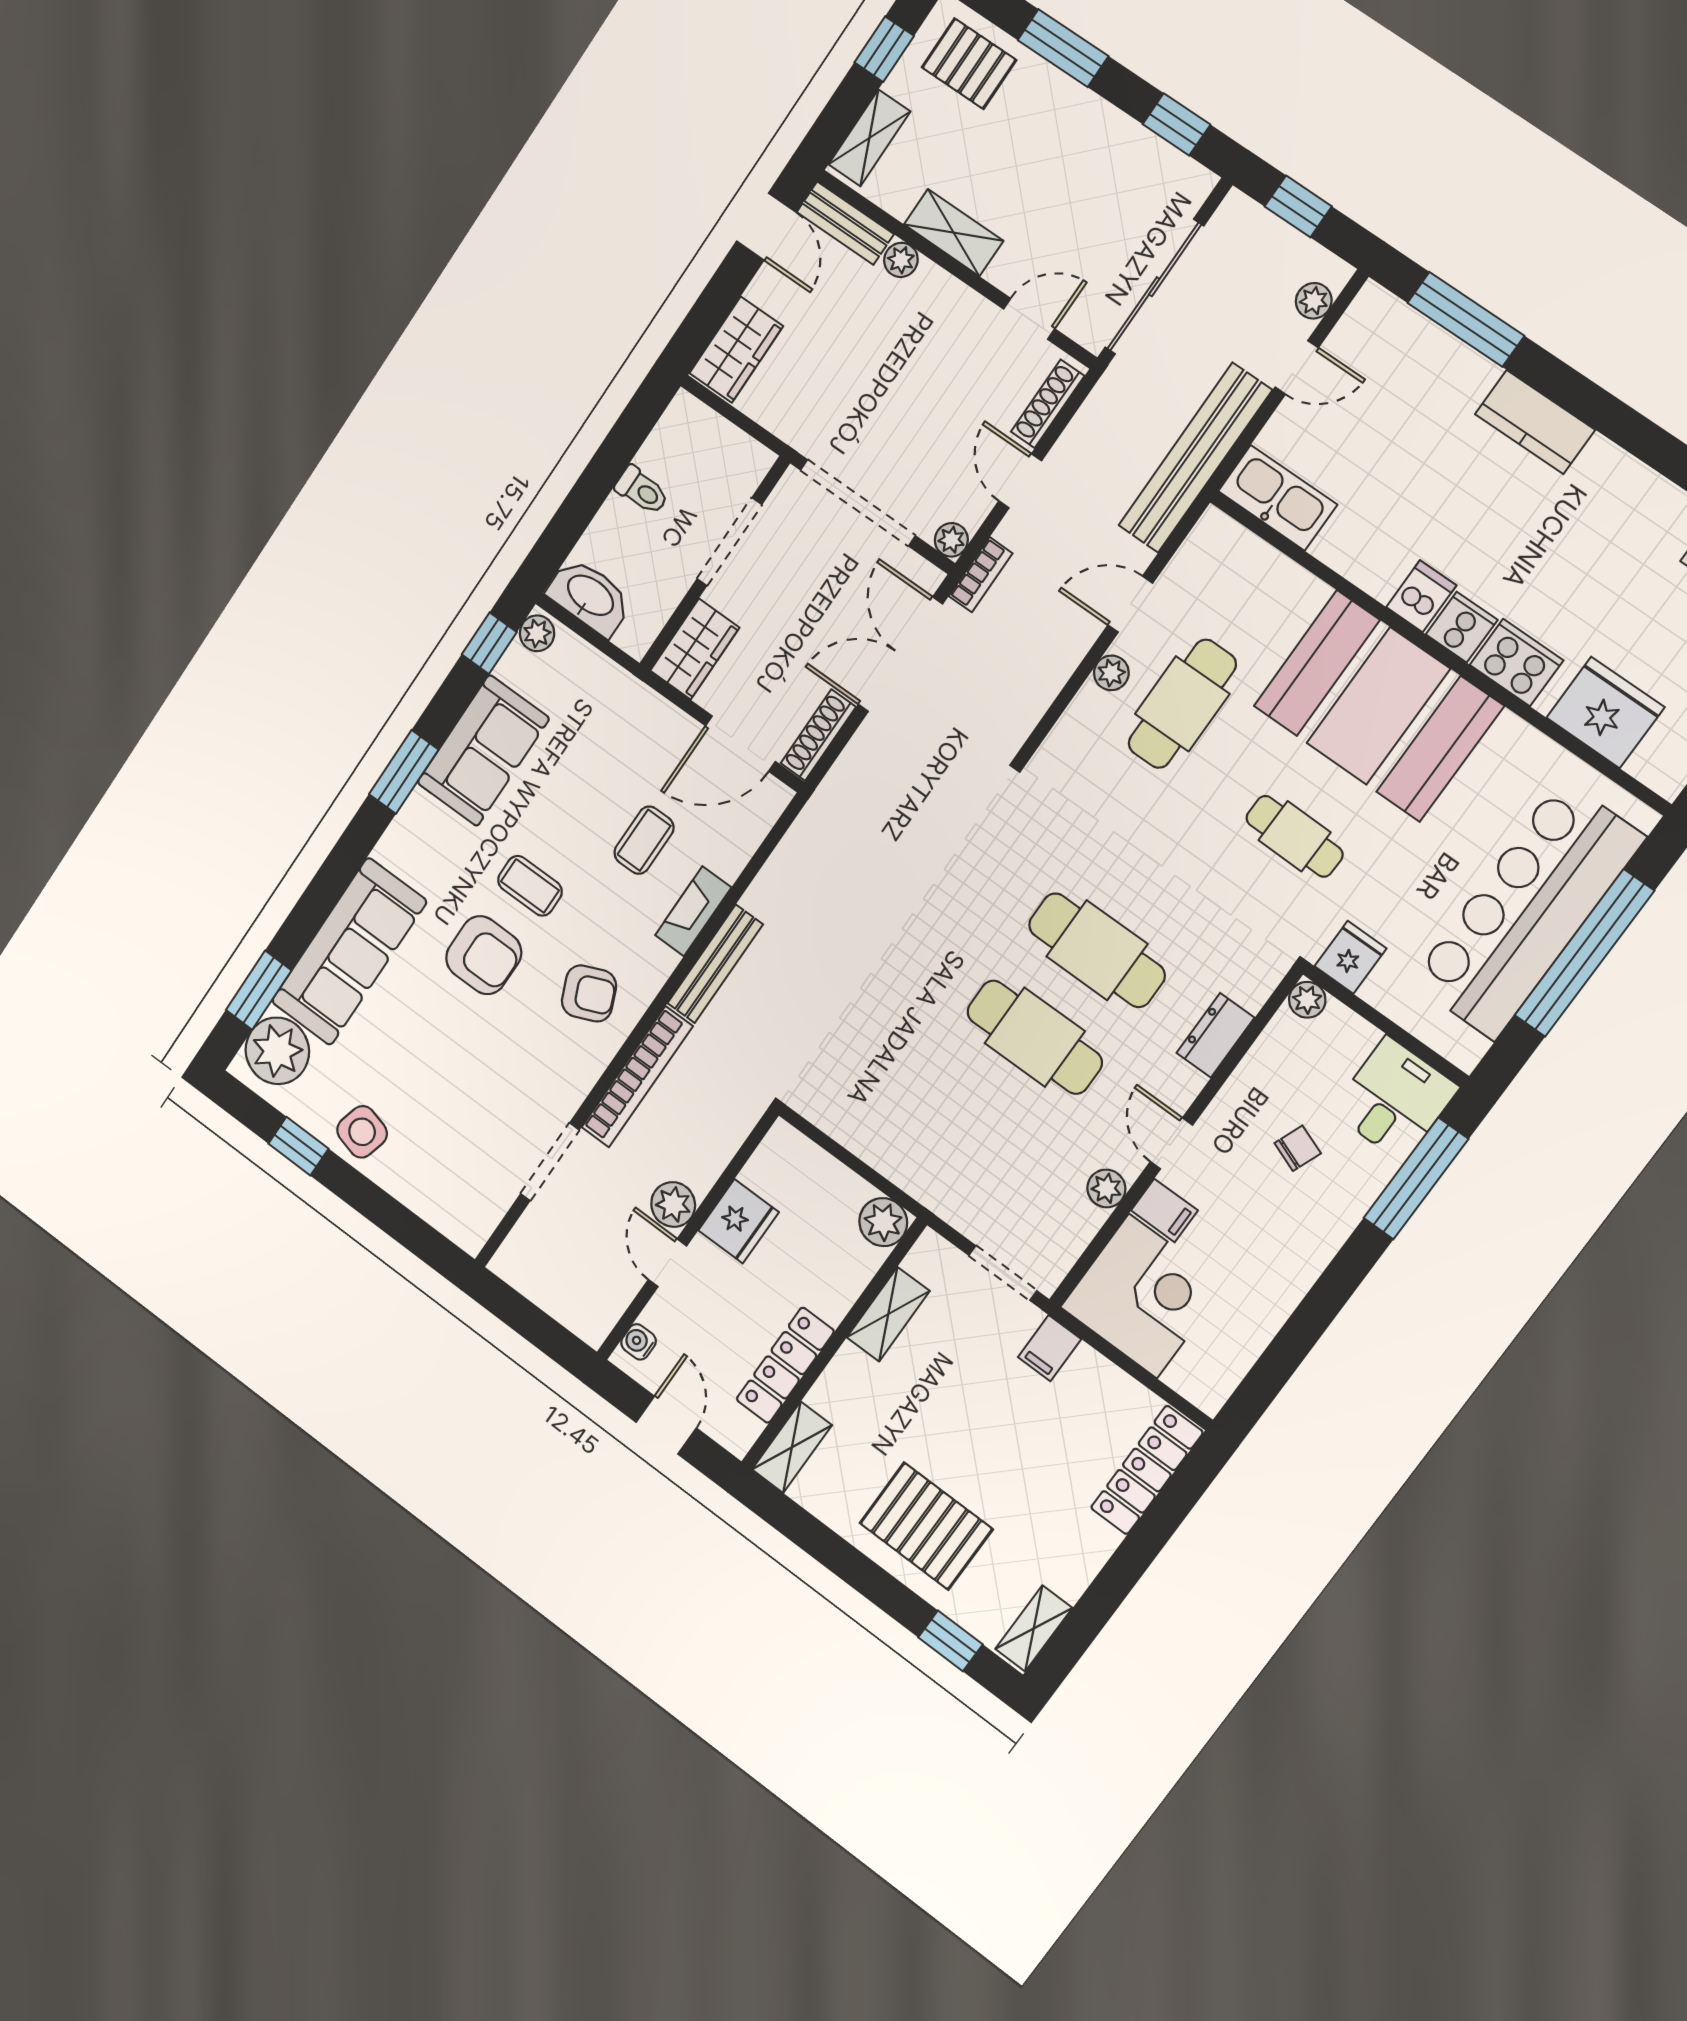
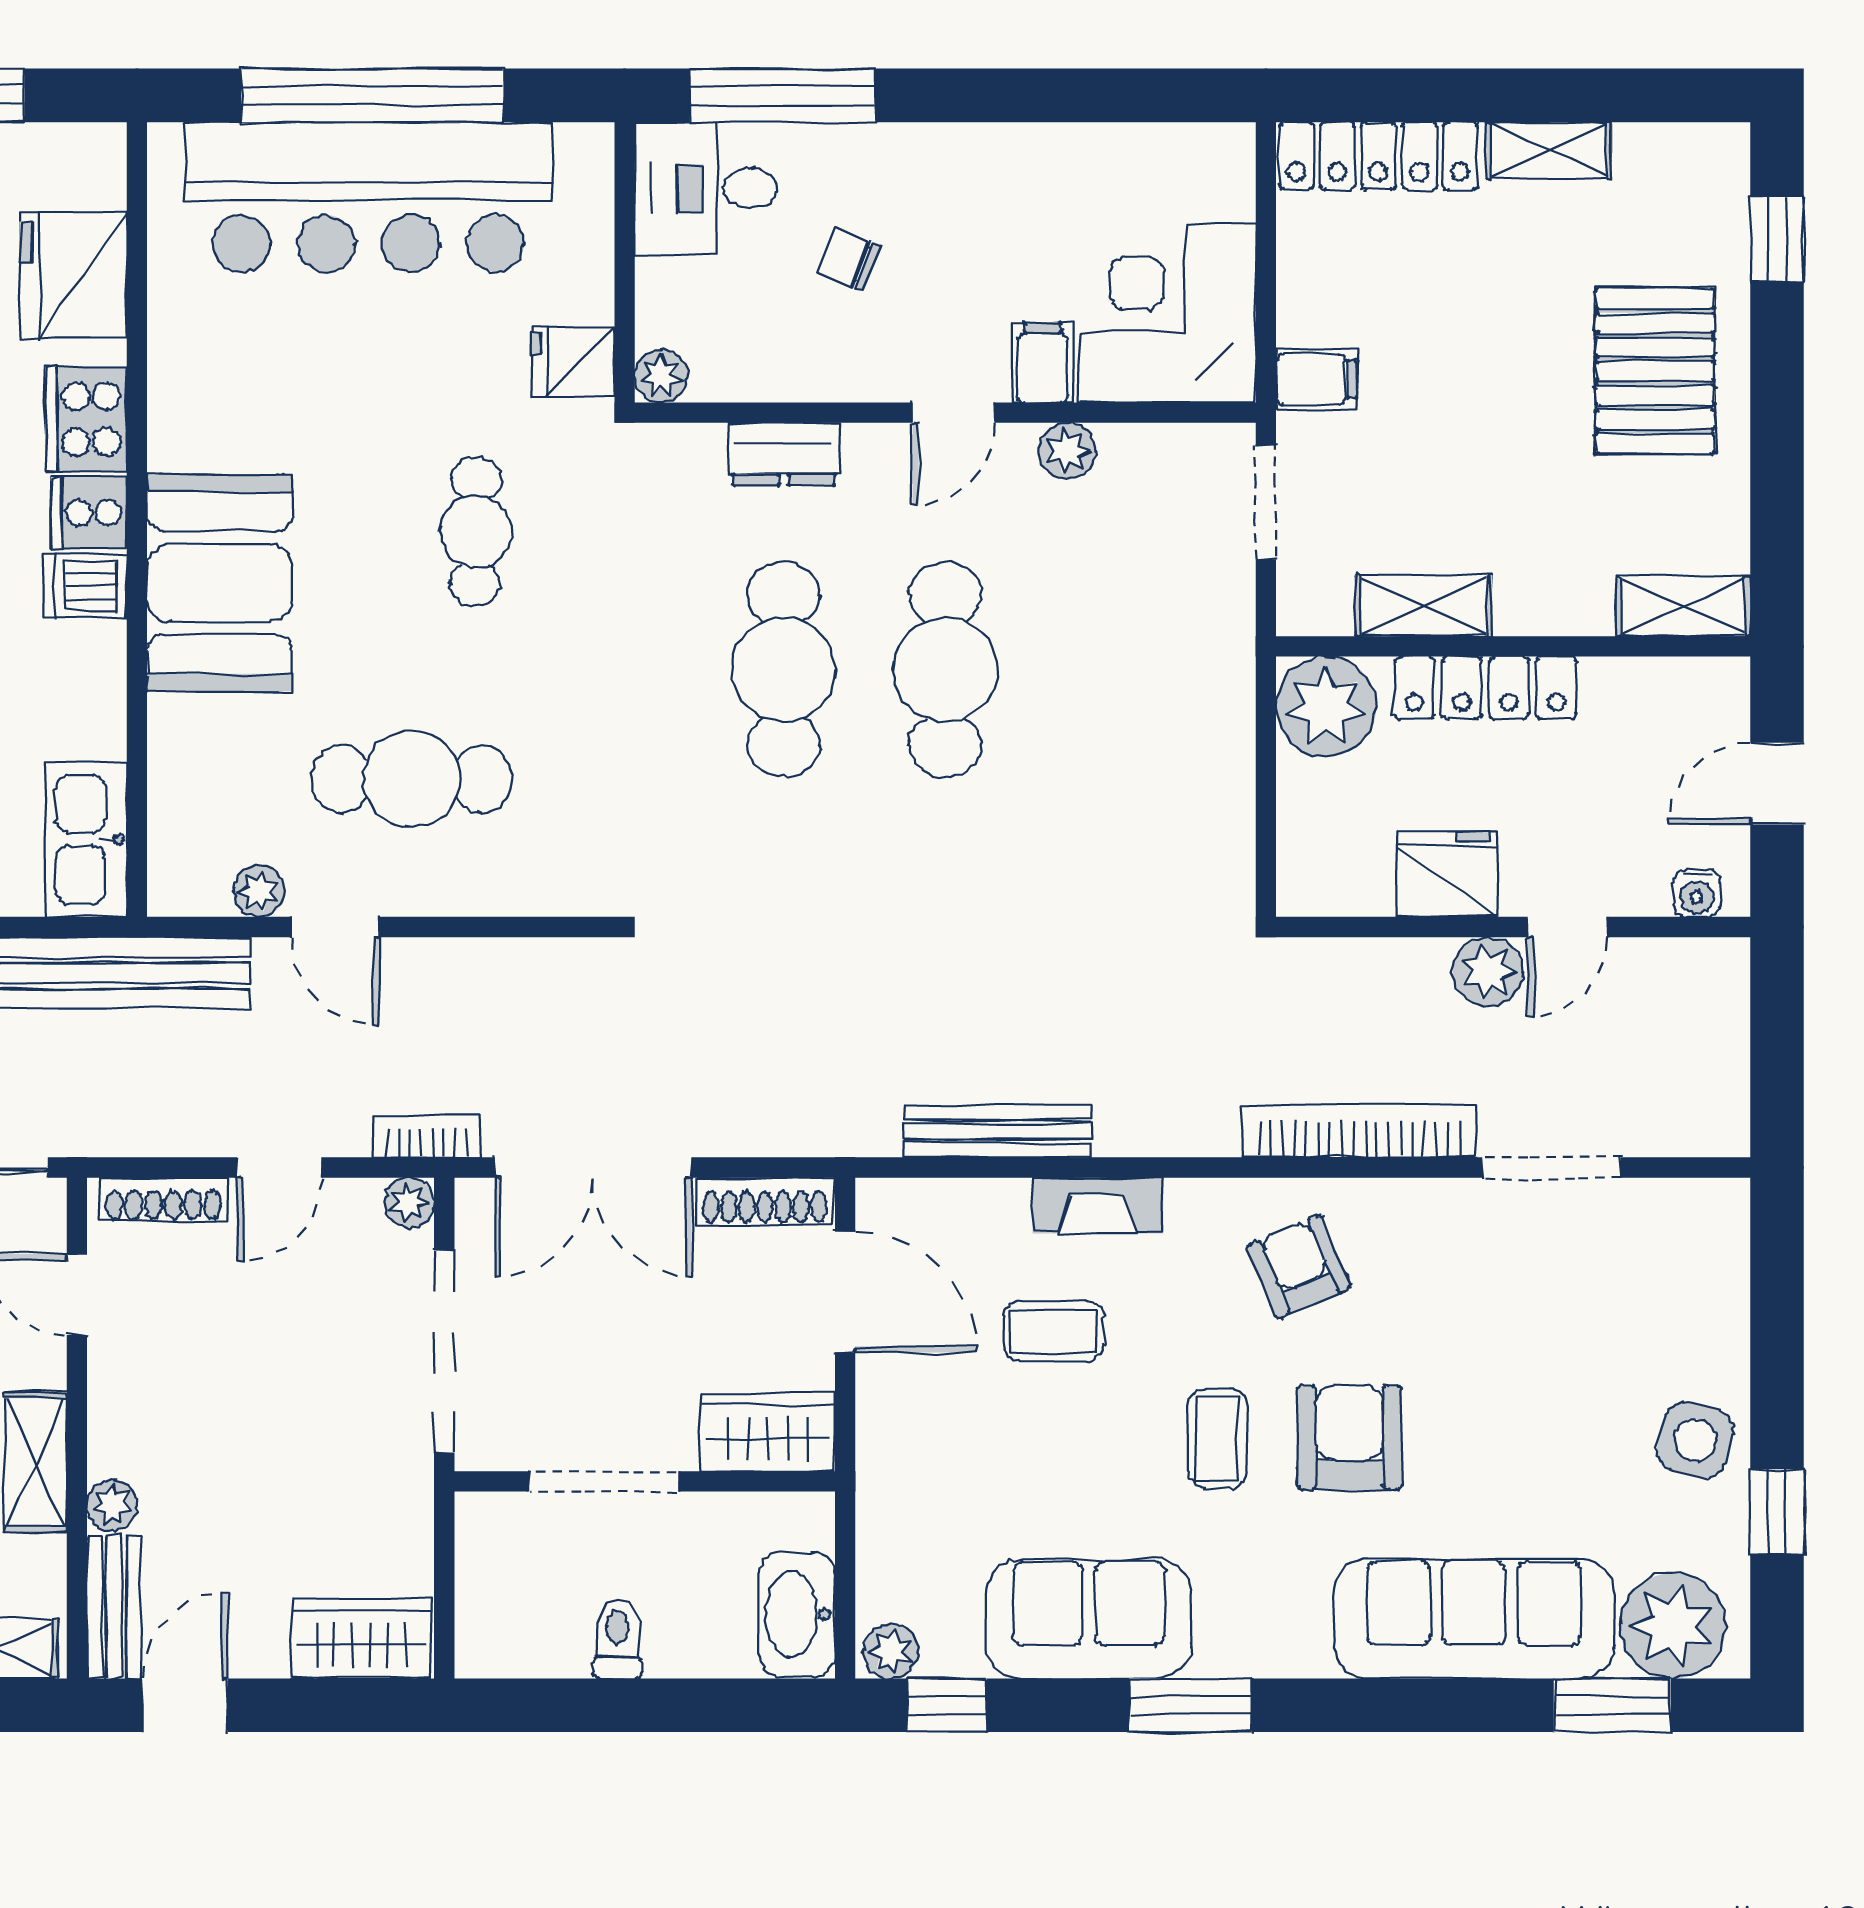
plant: (1111, 673) -> (259, 891), moved
booth: (1378, 706) -> (220, 583), width x0.73, depth x0.70
bench: (715, 964) -> (997, 1131), moved
plant: (883, 1222) -> (1326, 707), width x1.36, depth x1.36
locker: (785, 1365) -> (1485, 688), moved
shelving: (1034, 1628) -> (1549, 150), moved

